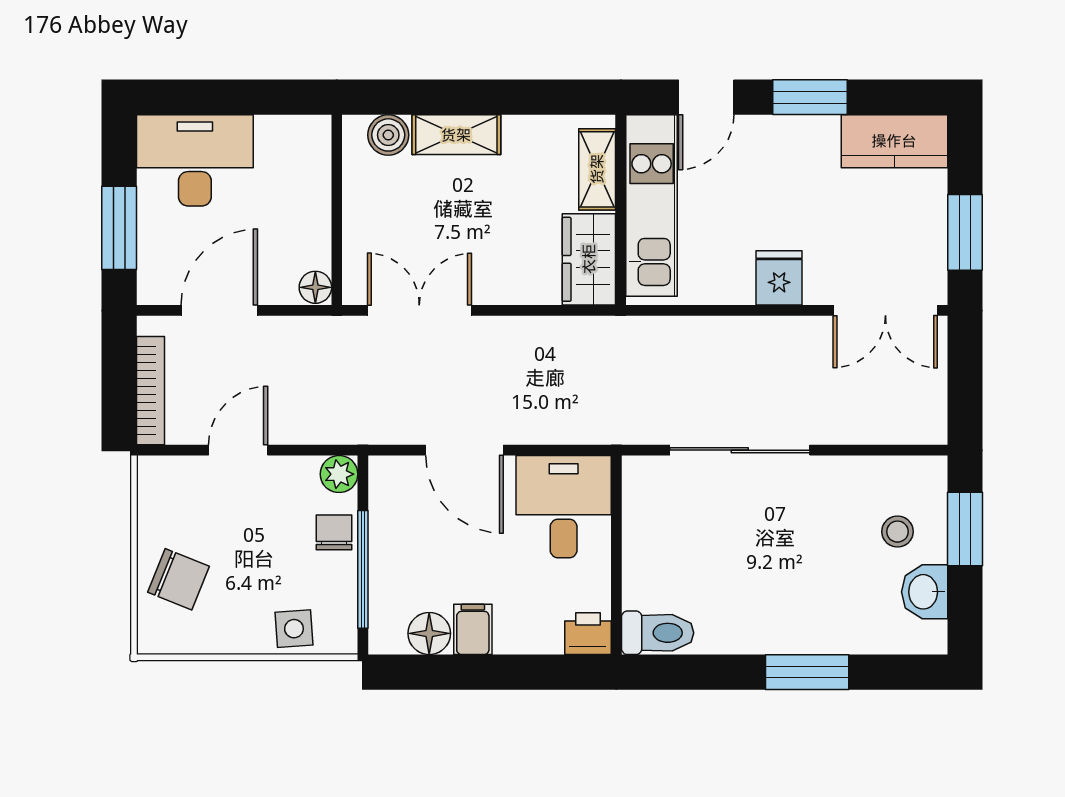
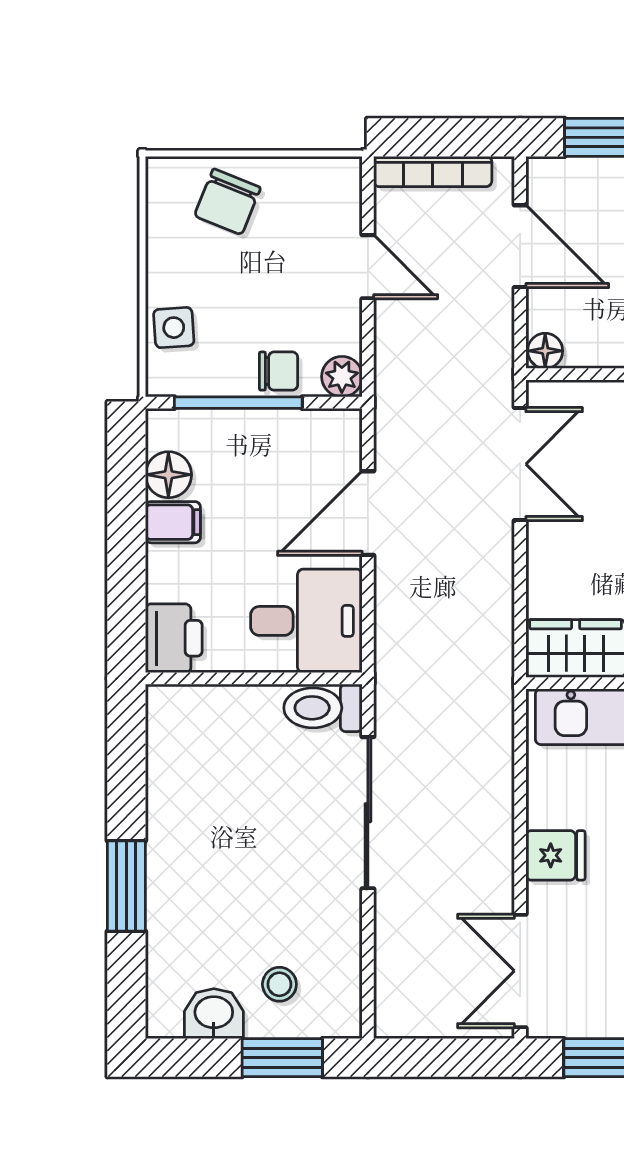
toilet: (658, 633) -> (323, 708), moved, turned 90
printer: (588, 634) -> (174, 638), width x1.36, depth x1.24

